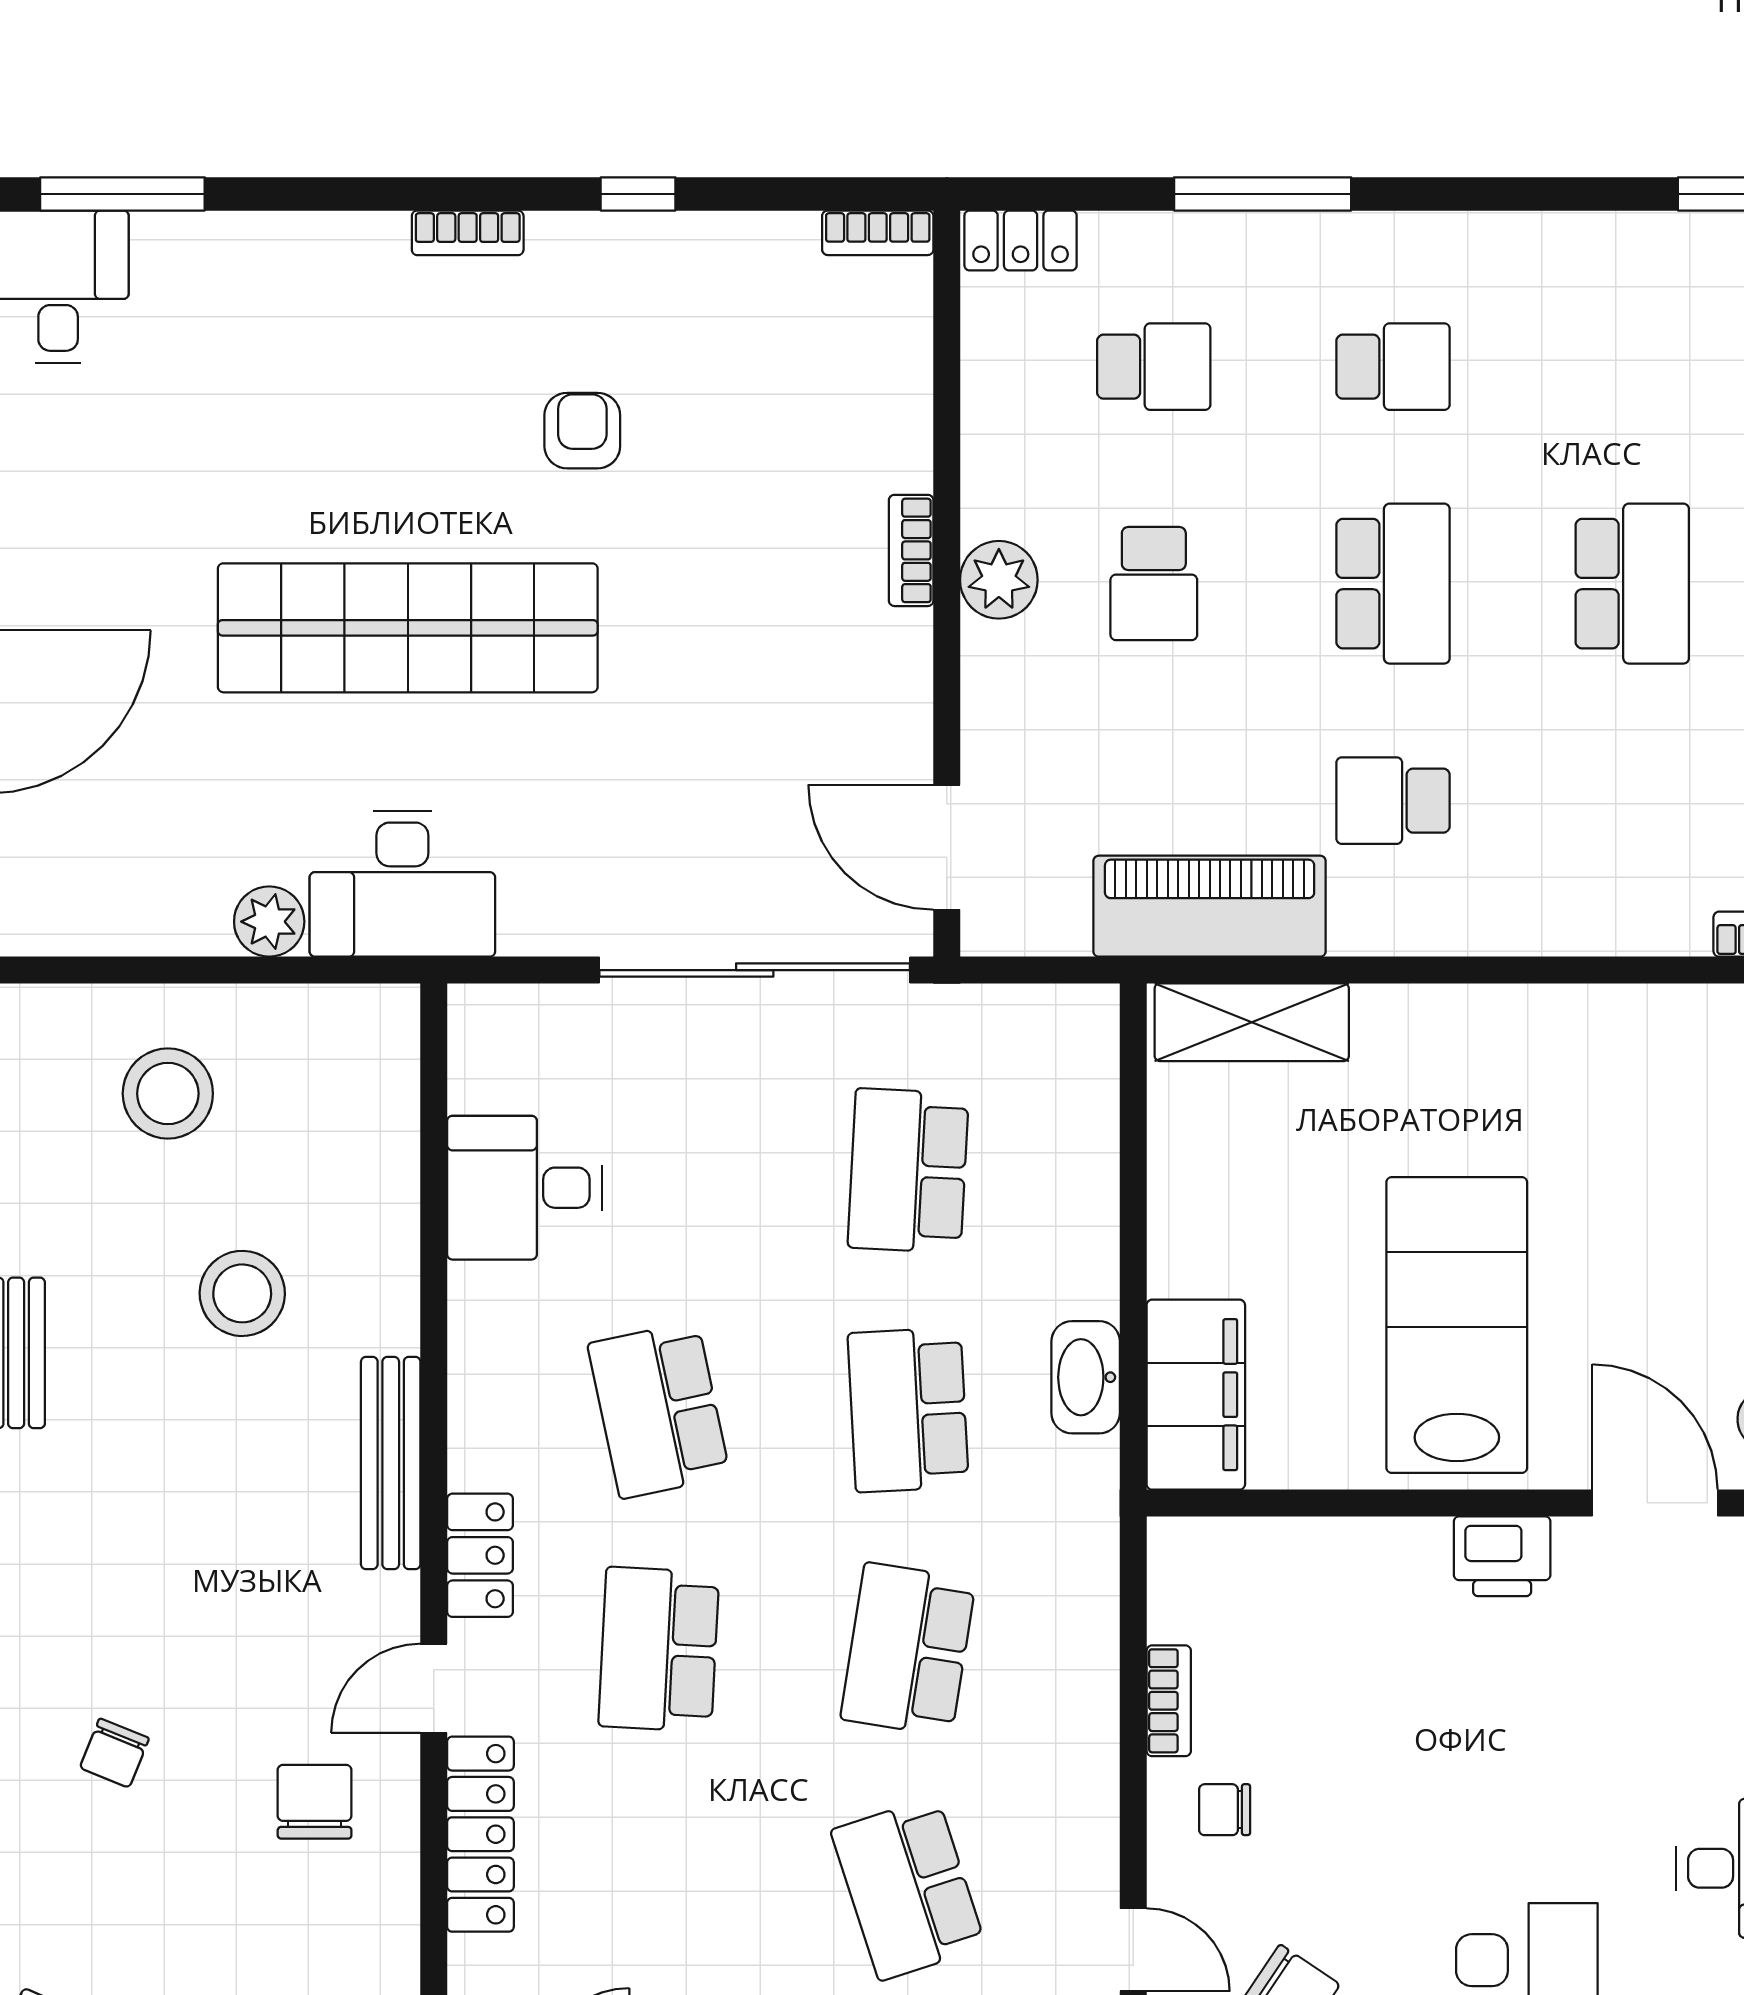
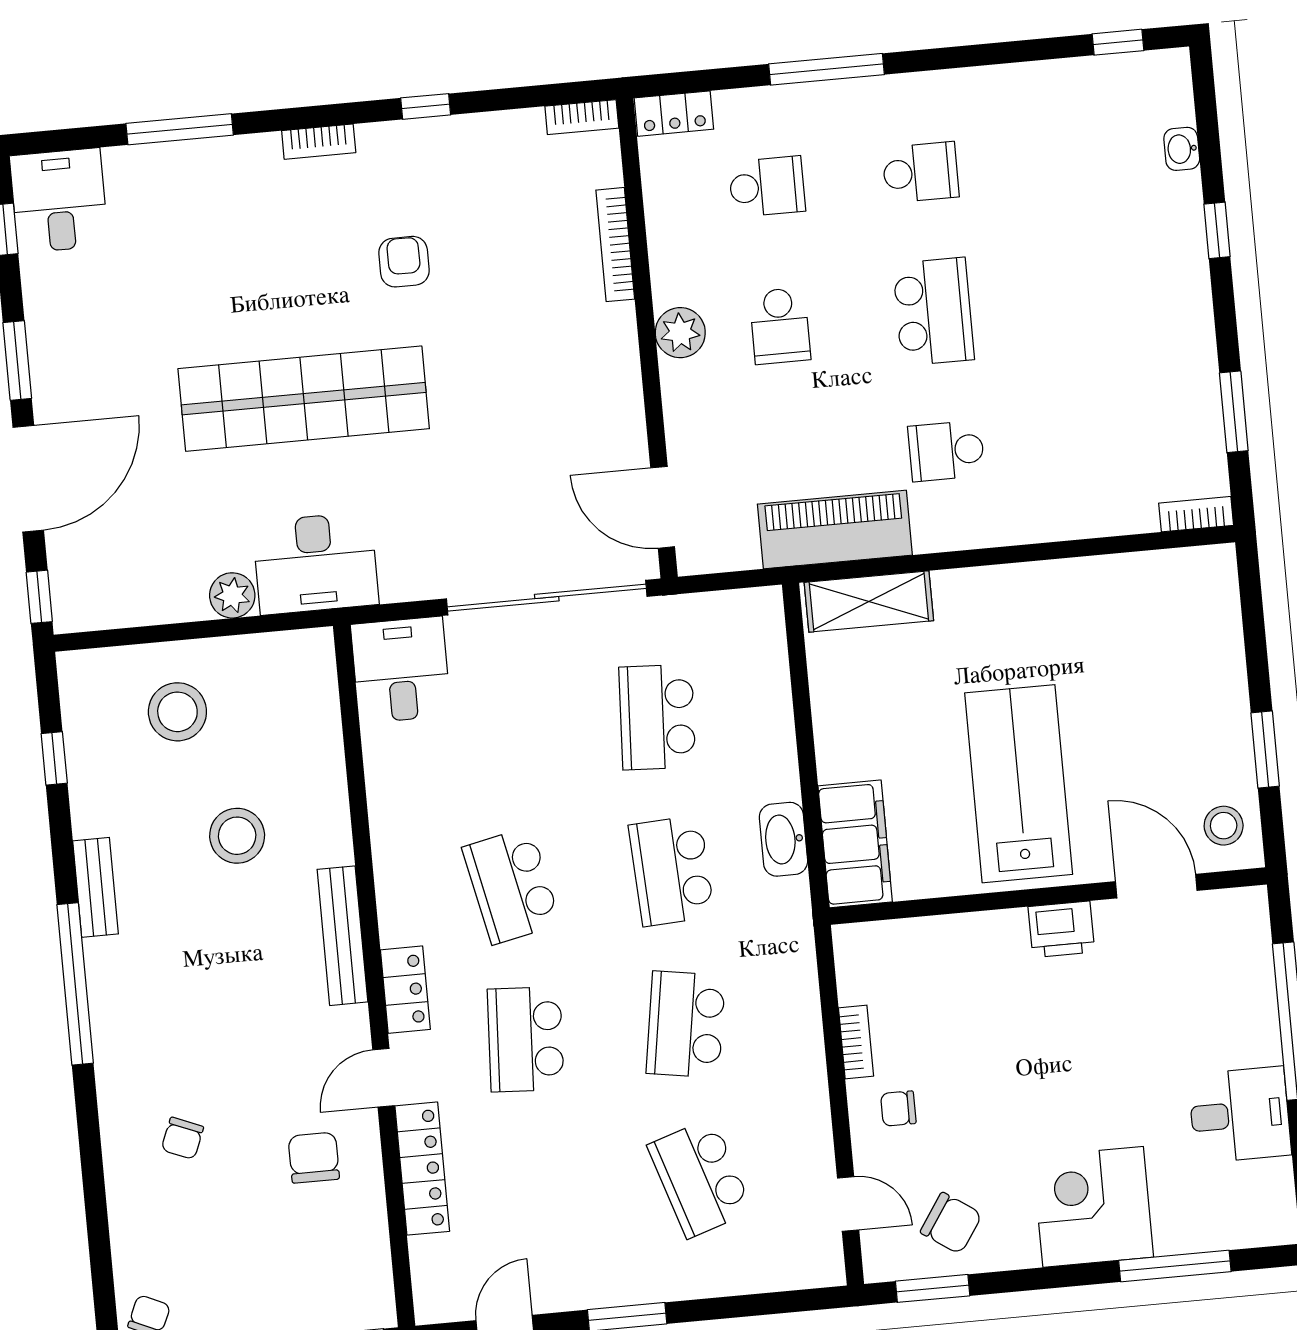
window: (122, 194) -> (180, 129), moved
bookcase: (911, 550) -> (615, 245), moved, width x1.56
school desk: (1632, 584) -> (1087, 297), removed
desk: (525, 1188) -> (401, 670), moved, turned 90

